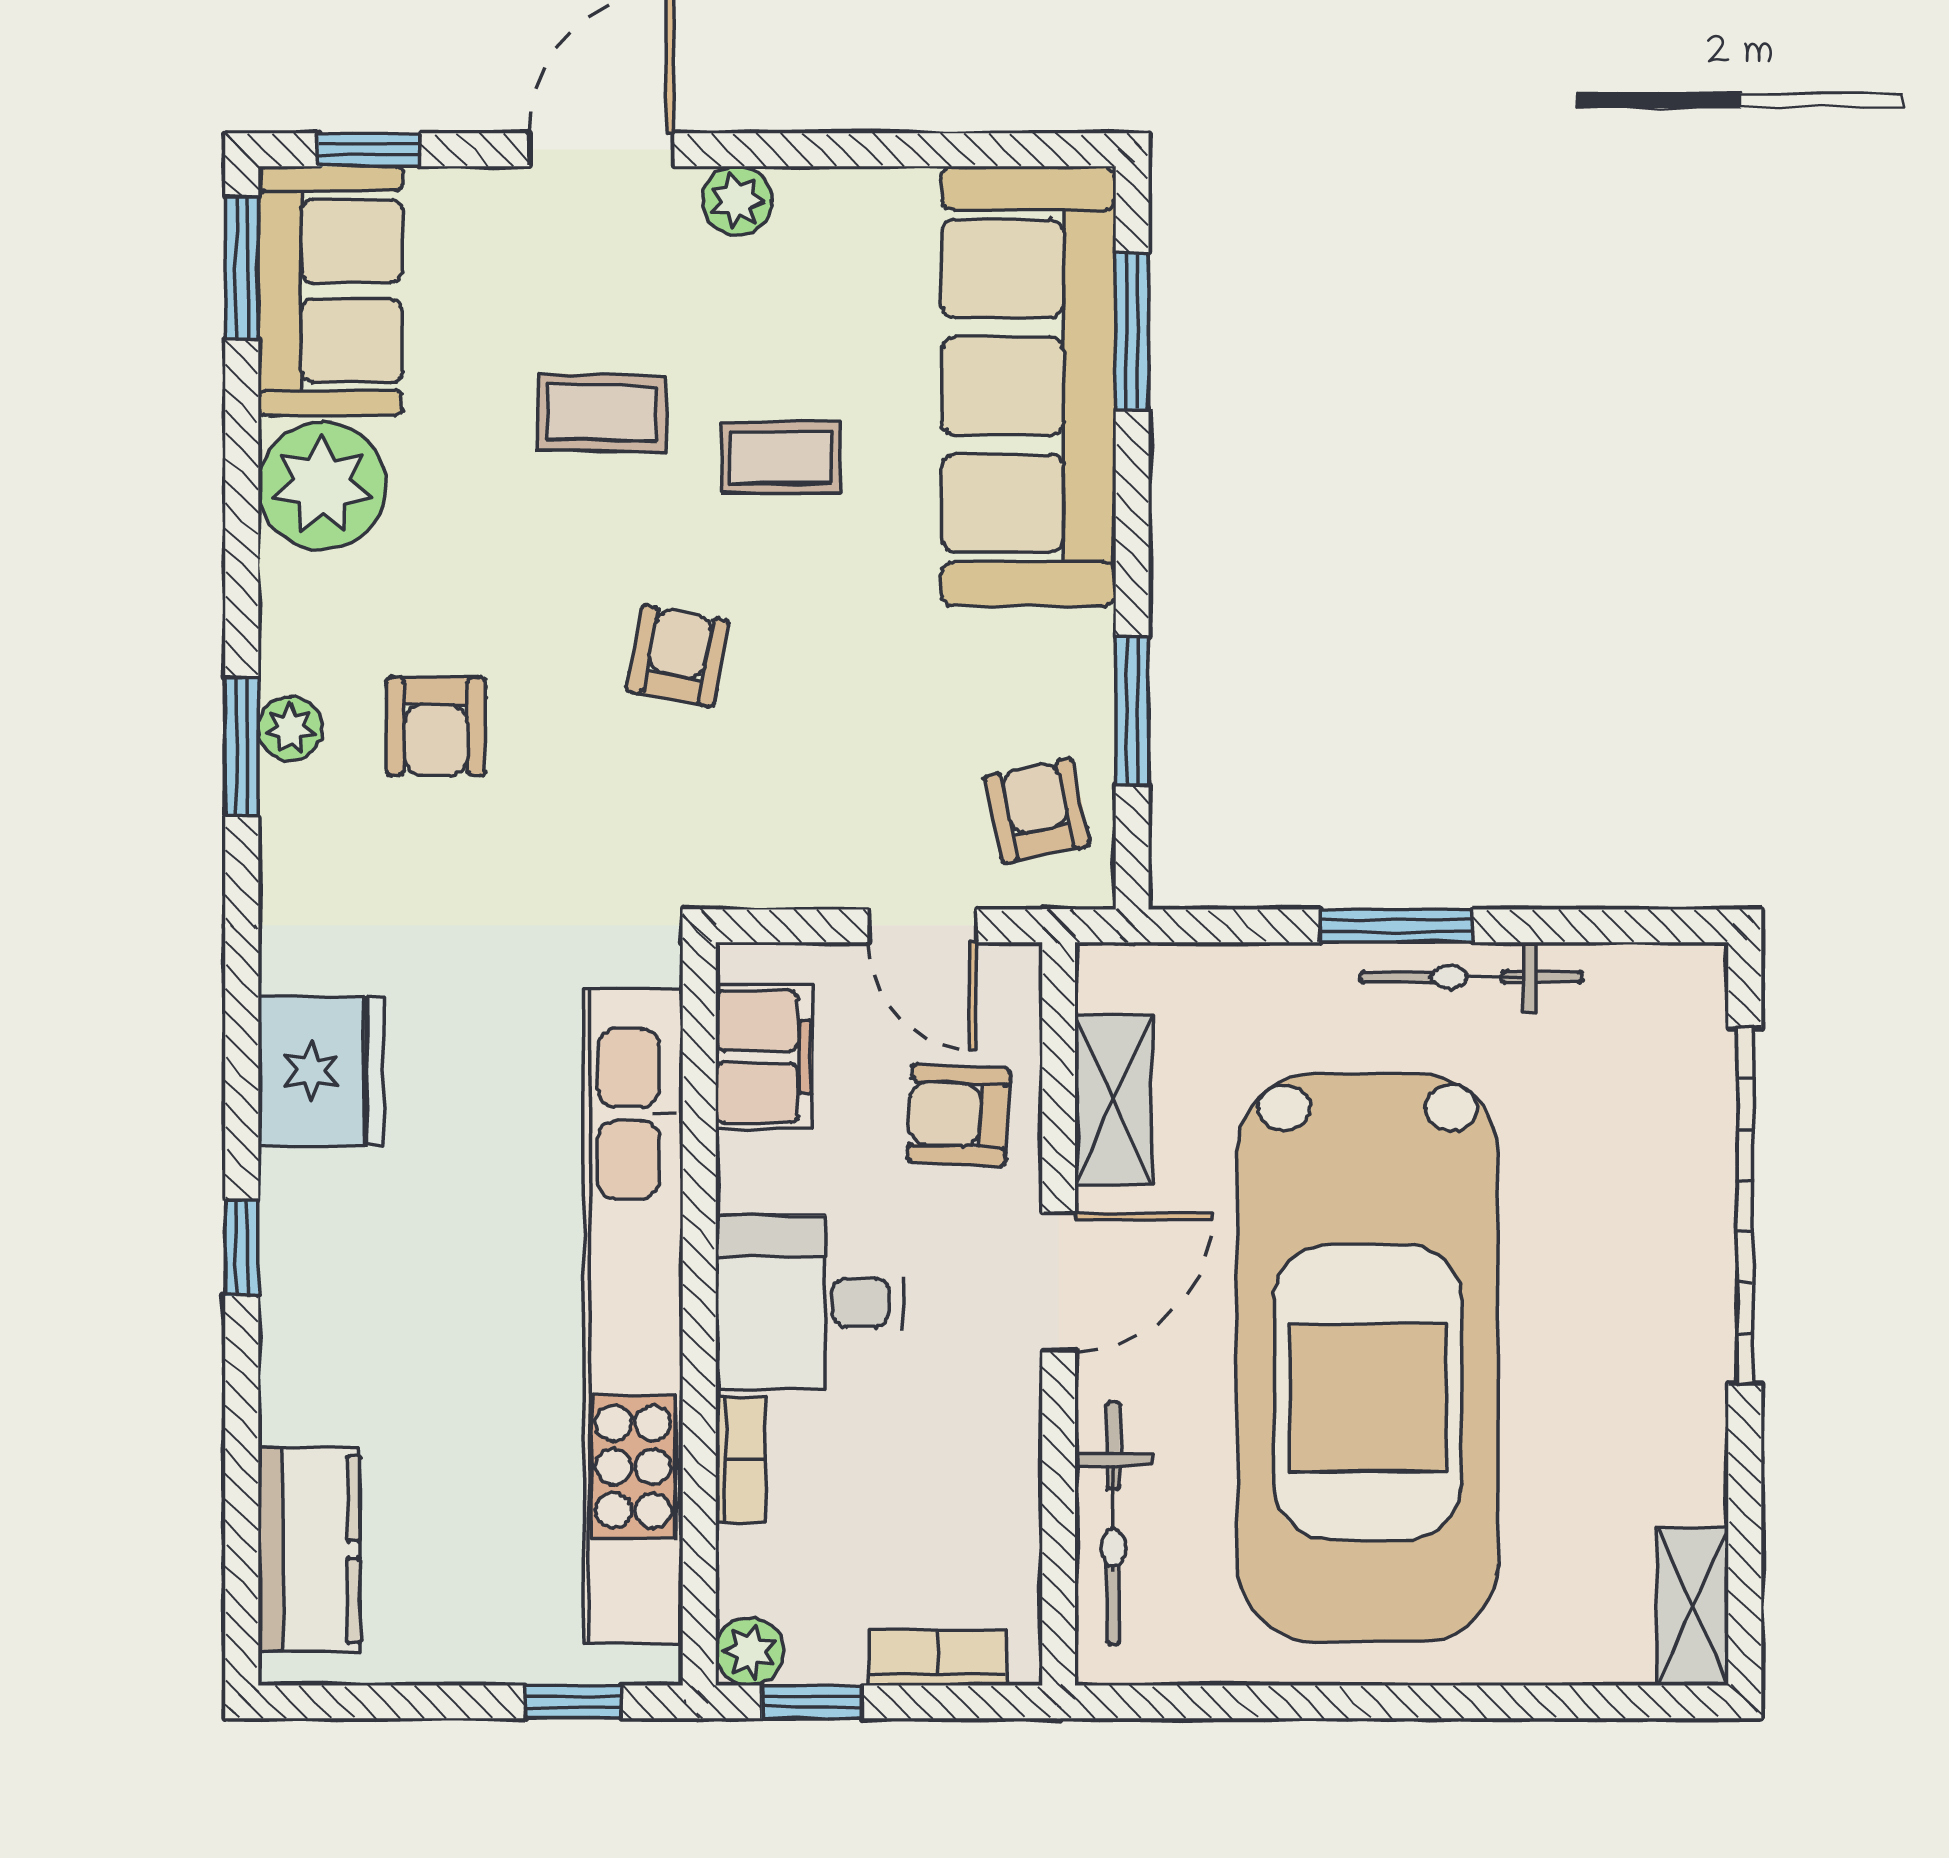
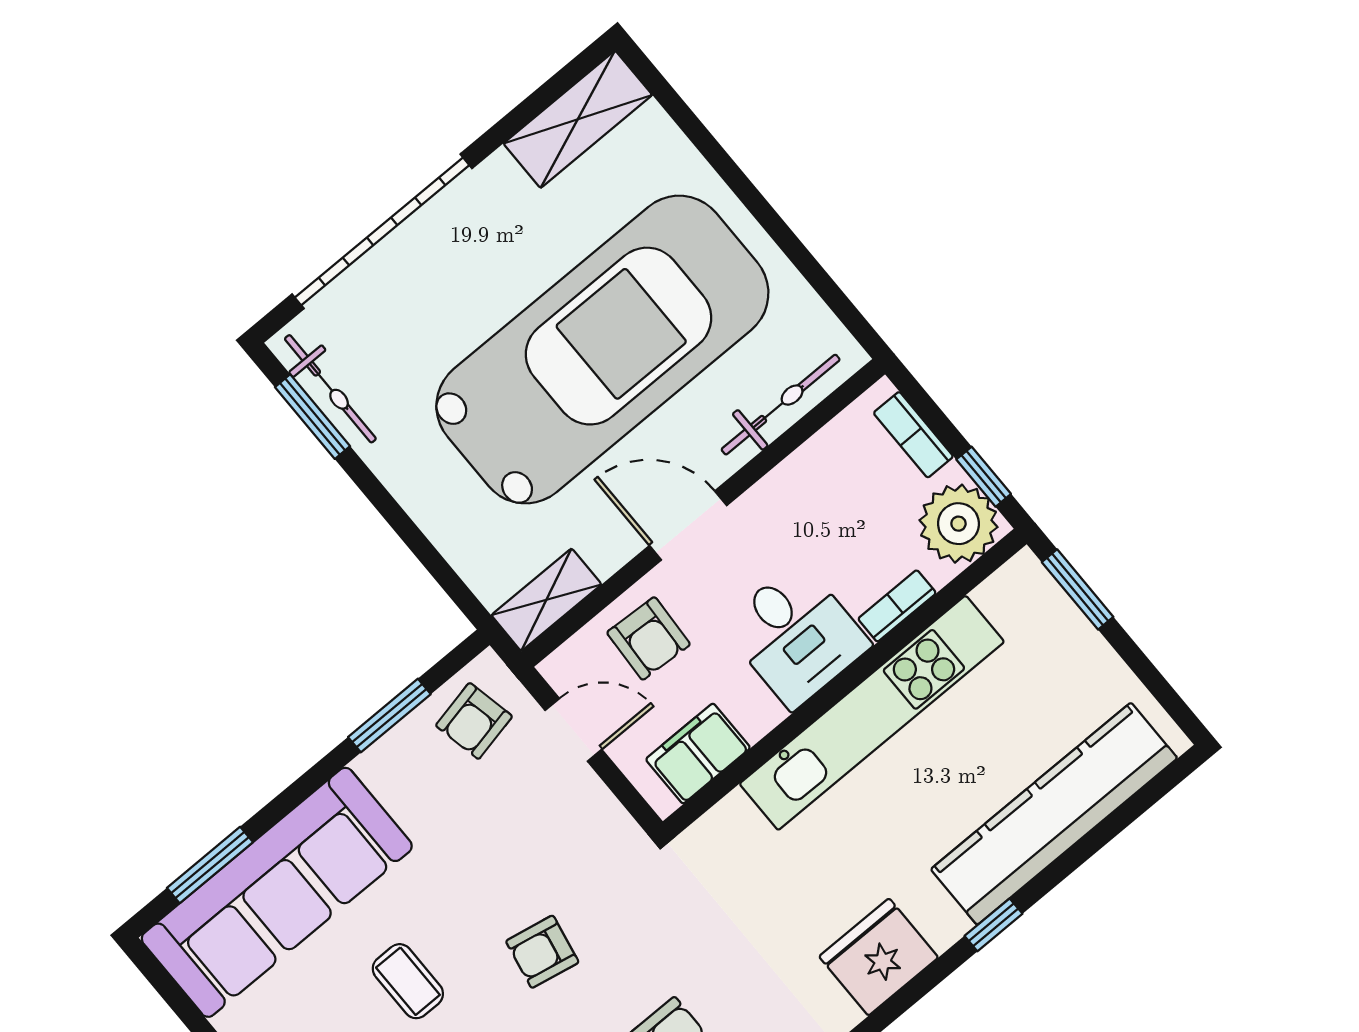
door: (923, 926) -> (573, 730), hinge flipped
window: (1396, 926) -> (312, 417), moved
bicycle: (1471, 977) -> (330, 389), moved
shelving: (1113, 1100) -> (546, 600), moved
kitchen unit: (633, 1316) -> (872, 713), width x0.73
kitchen counter: (309, 1549) -> (1054, 814), width x2.08, depth x1.17
shelving: (1693, 1606) -> (578, 119), width x1.50, depth x1.33
plant: (750, 1651) -> (958, 524), width x1.88, depth x1.88
window: (573, 1702) -> (1078, 589), width x1.50

